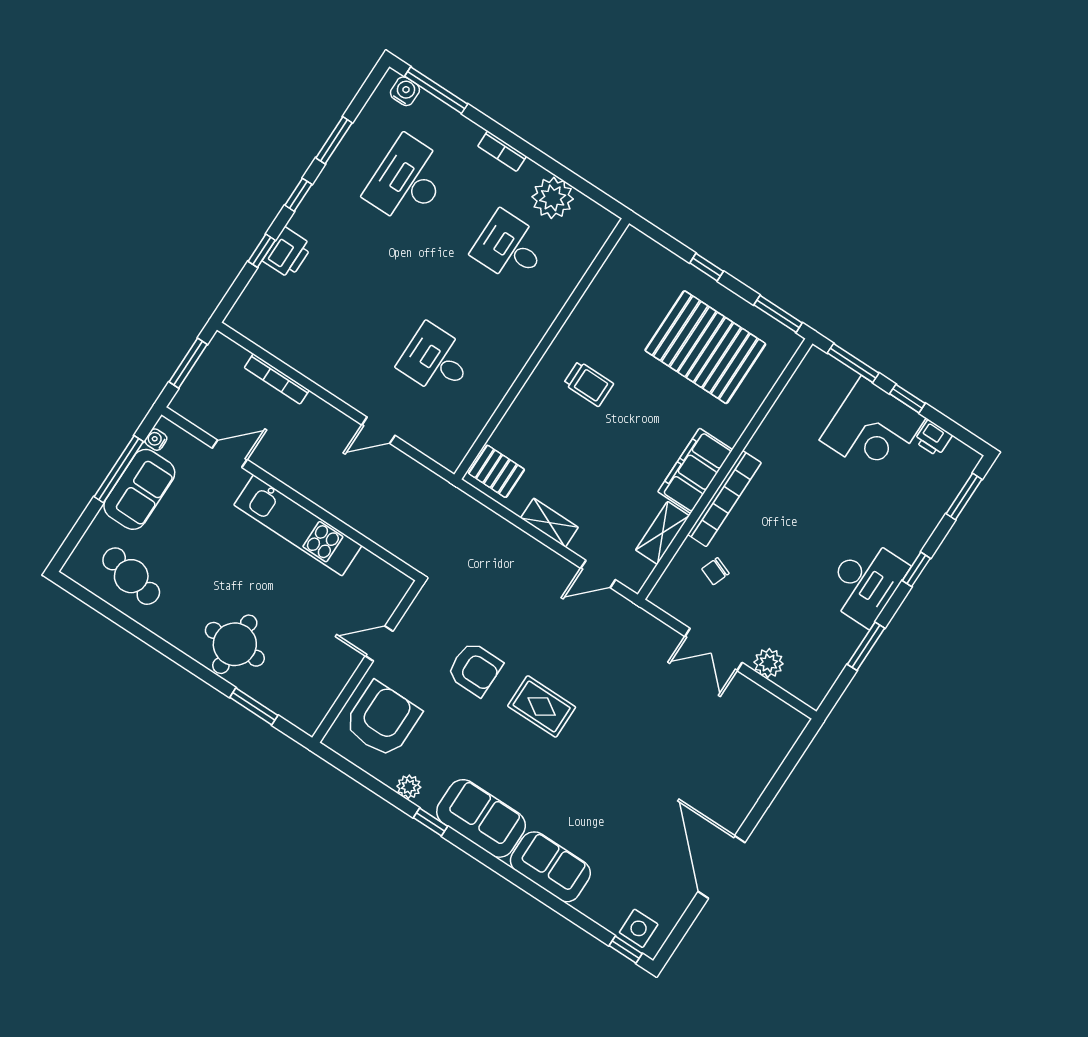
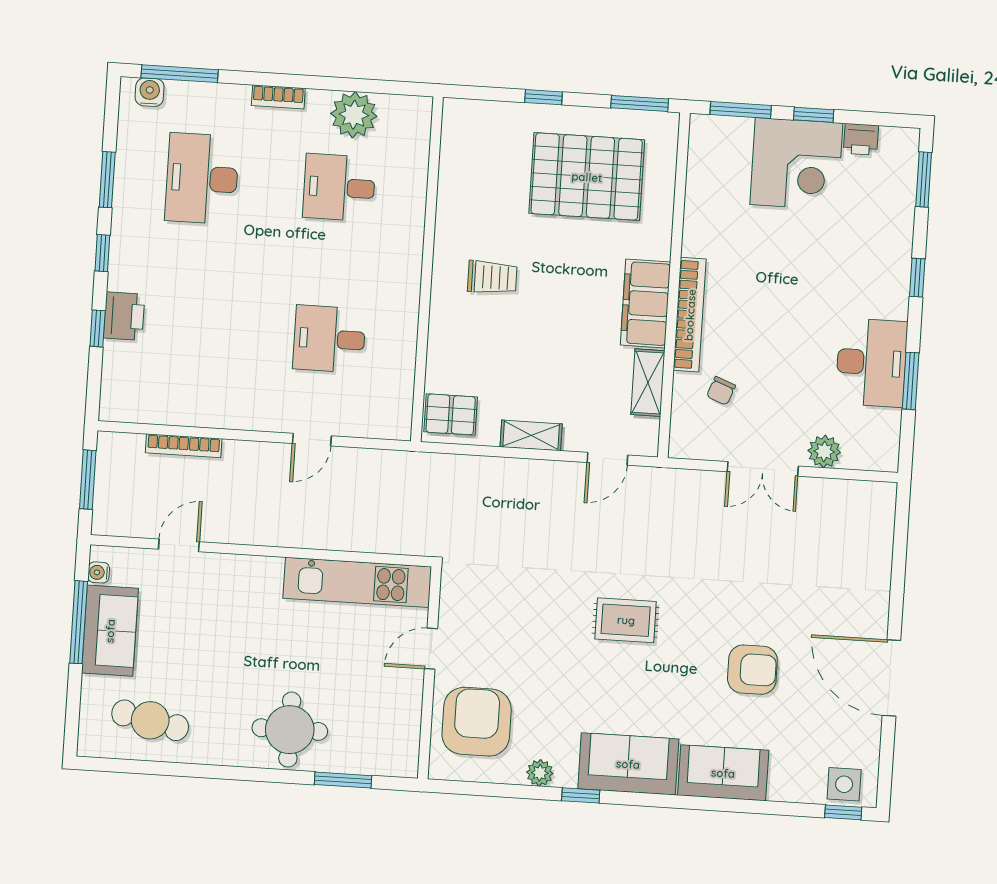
kitchen unit: (298, 525) -> (357, 582), moved
desk: (866, 582) -> (871, 363), moved
armchair: (475, 669) -> (752, 670), moved

